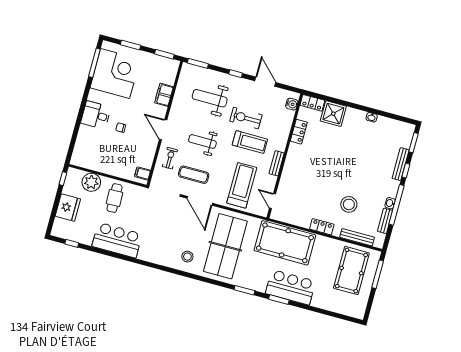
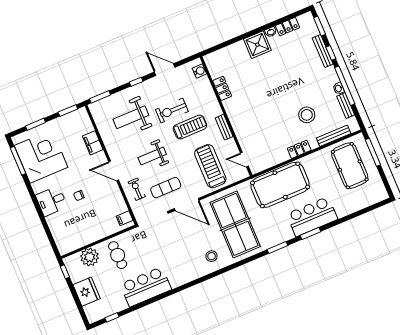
locker: (312, 103) -> (287, 27), moved
shower: (333, 114) -> (257, 45), moved

